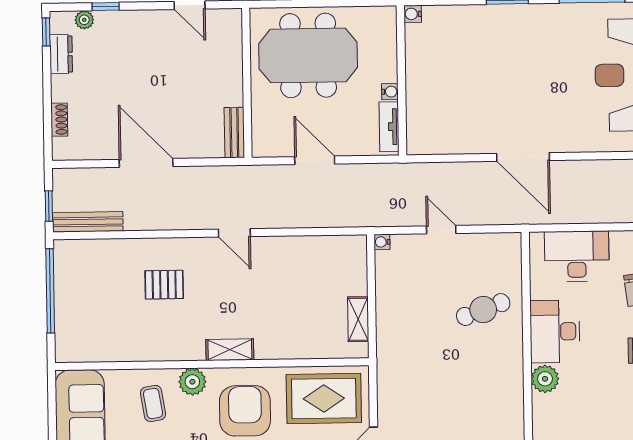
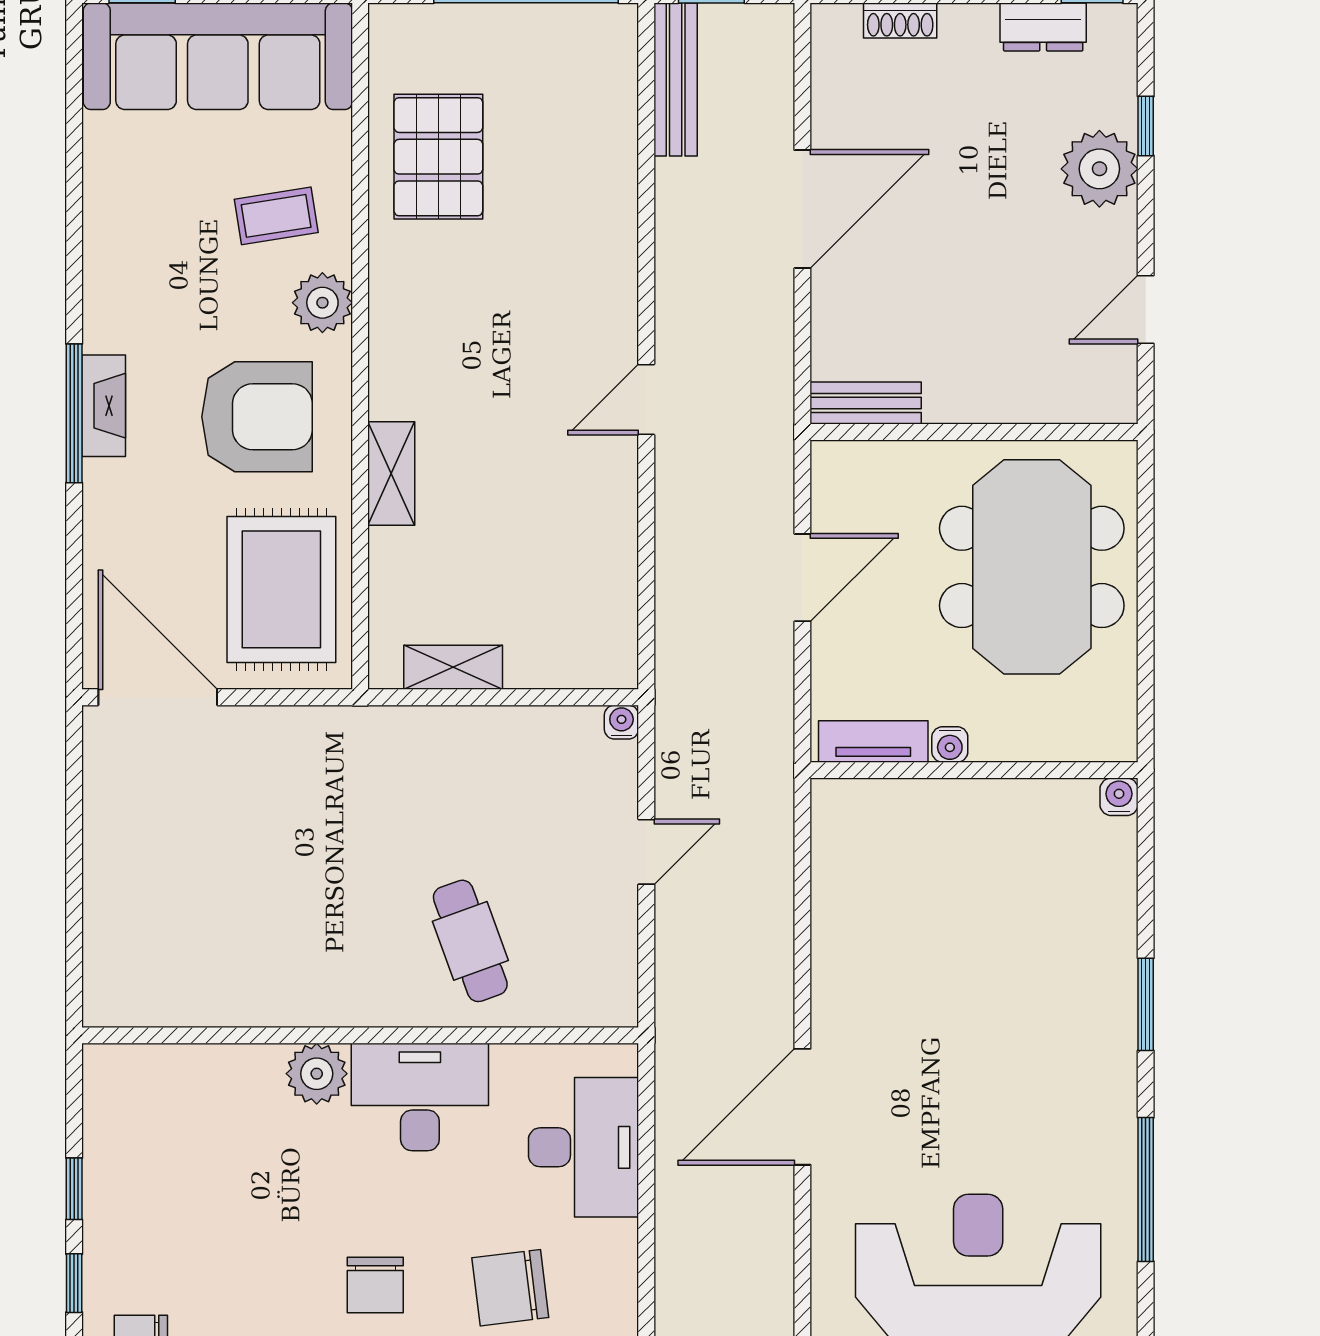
plant: (84, 20) -> (1099, 169), moved, width x1.88, depth x1.88
door: (523, 157) -> (802, 1107), moved
pallet: (164, 285) -> (438, 157), moved, width x1.50, depth x1.42
shelving: (230, 350) -> (391, 473), moved

